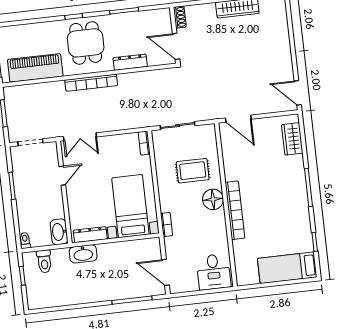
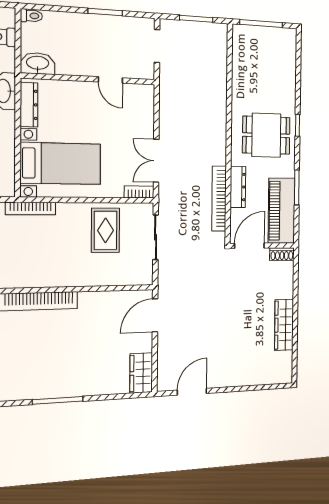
piano: (35, 68) -> (282, 211), moved, turned 180
bookcase: (91, 83) -> (219, 199), moved
door: (298, 93) -> (192, 392), moved
double door: (80, 137) -> (156, 161), moved
wardrobe: (292, 139) -> (141, 373), moved, turned -90
rug: (193, 171) -> (106, 230), moved
floor lamp: (213, 199) -> (57, 274), removed
bookcase: (167, 224) -> (31, 209), width x1.56

